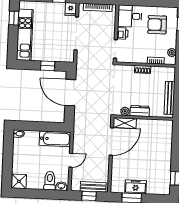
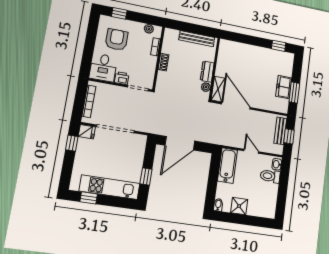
armchair: (157, 25) -> (117, 40), turned 180
window: (48, 66) -> (146, 177), moved
shower: (19, 181) -> (239, 206), moved

